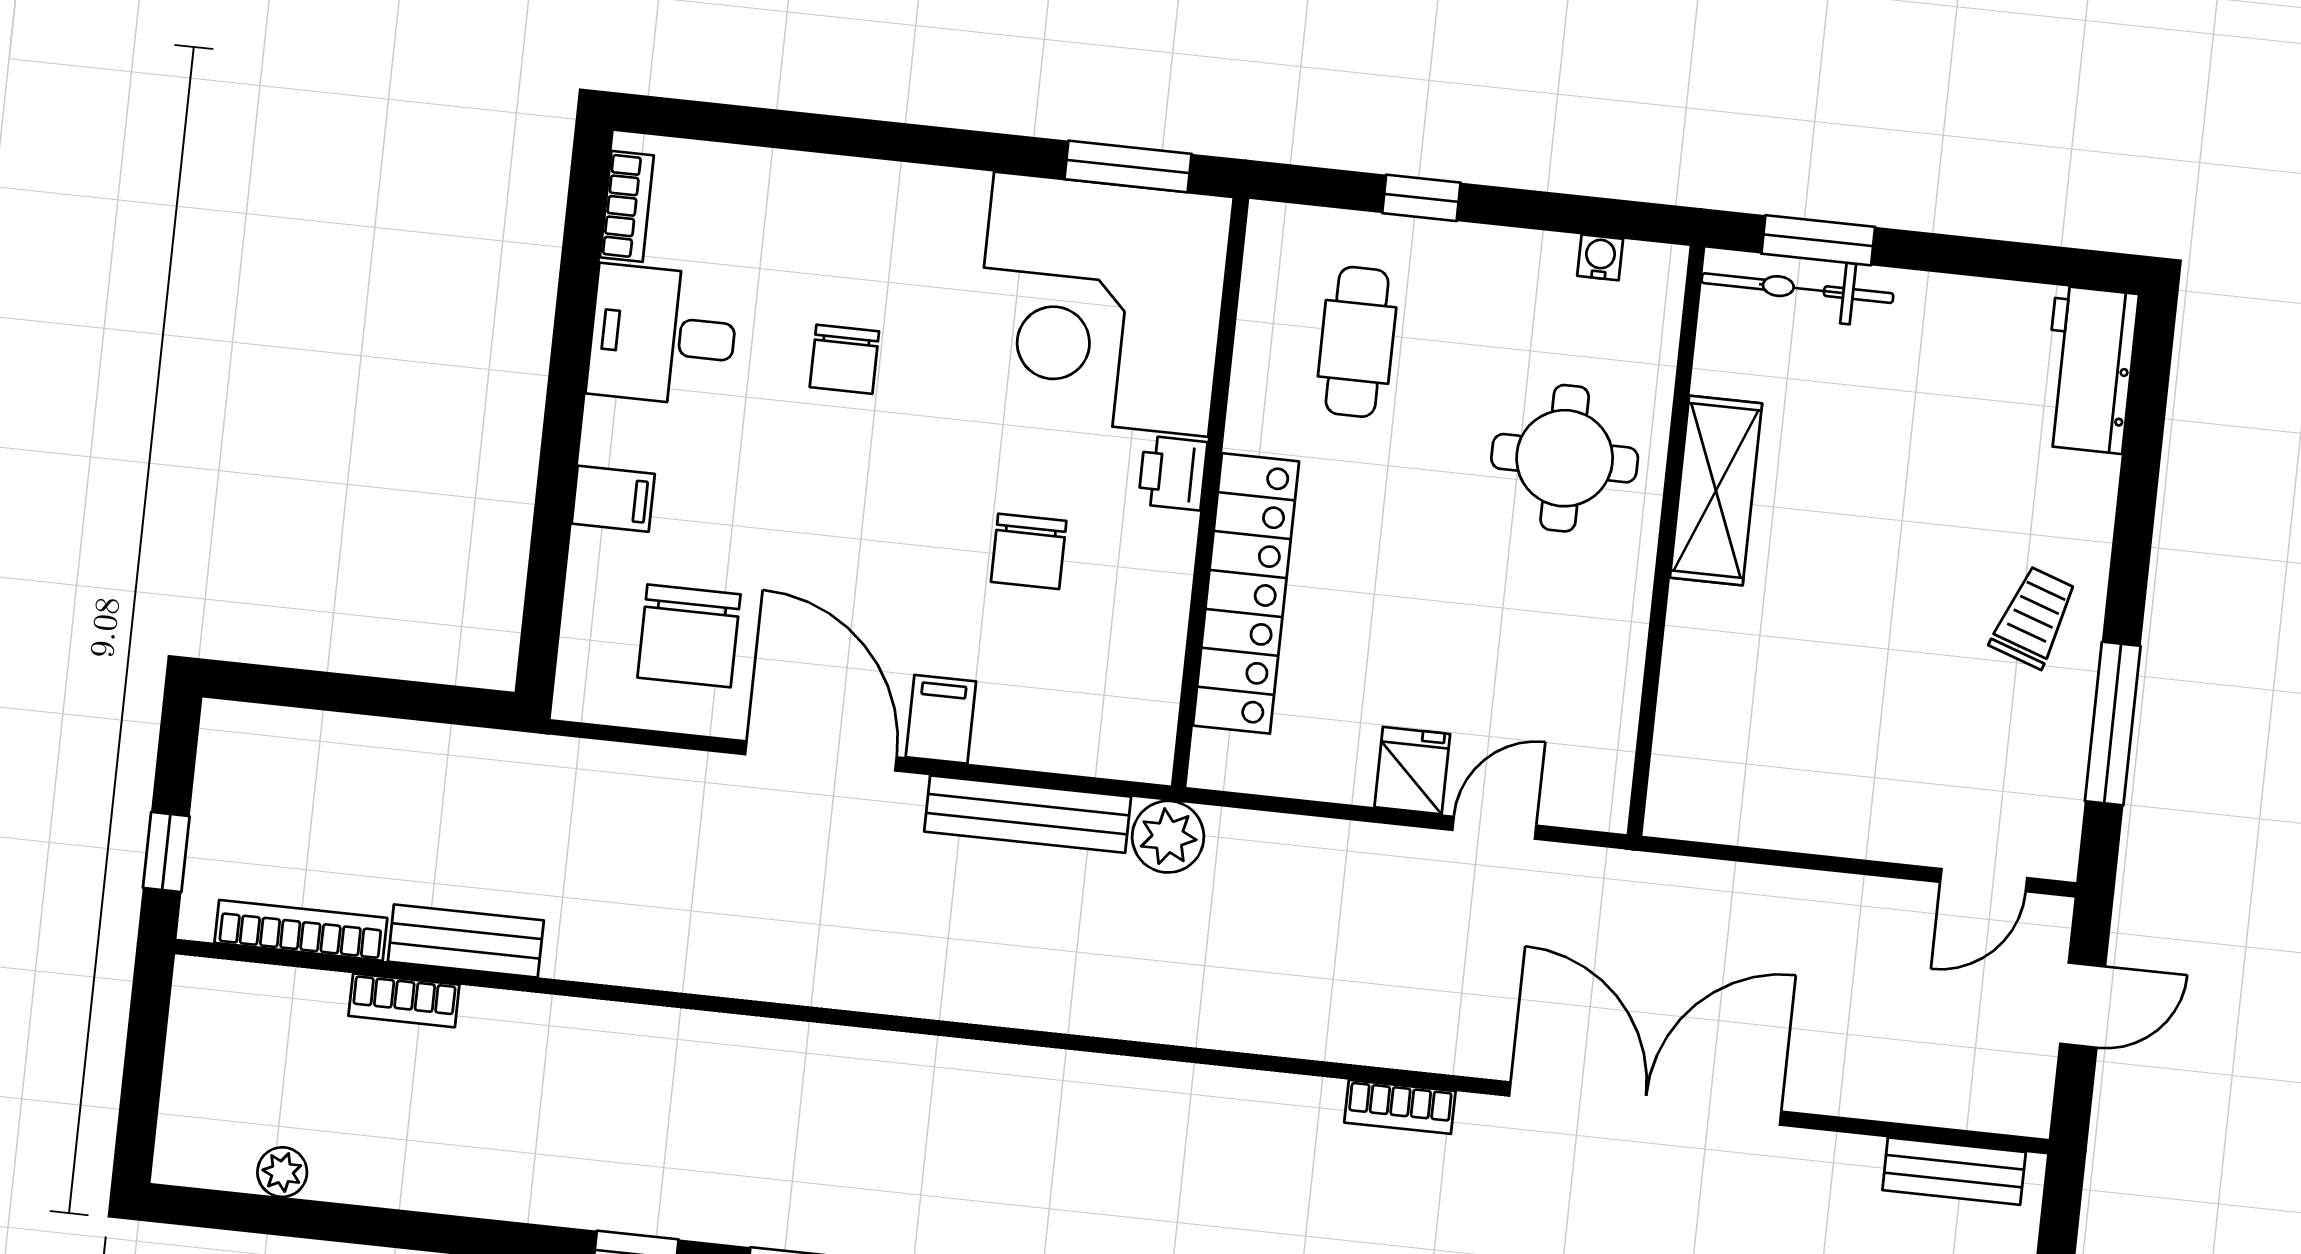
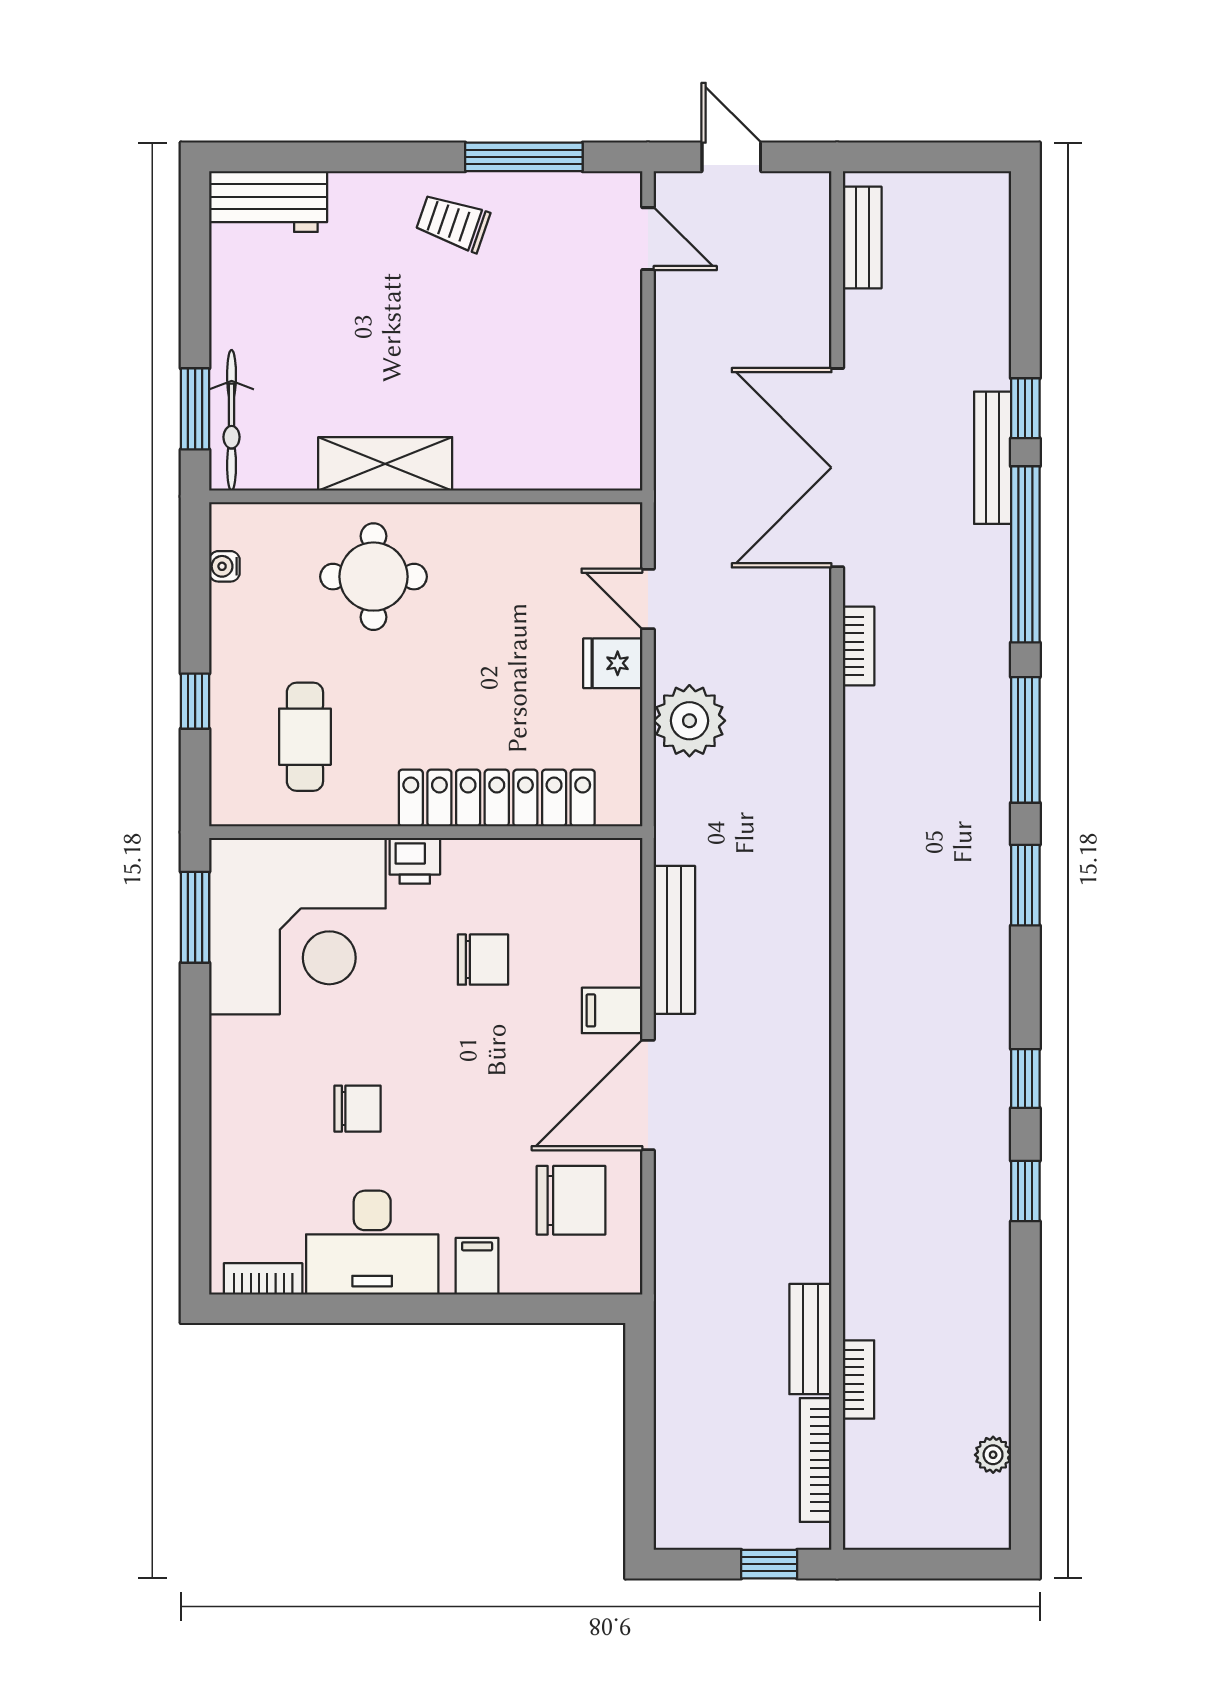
desk: (663, 335) -> (372, 1243), width x1.37
cafe table: (1357, 342) -> (305, 737), turned 90
plant: (1168, 837) -> (689, 721), moved, width x1.36, depth x1.36

